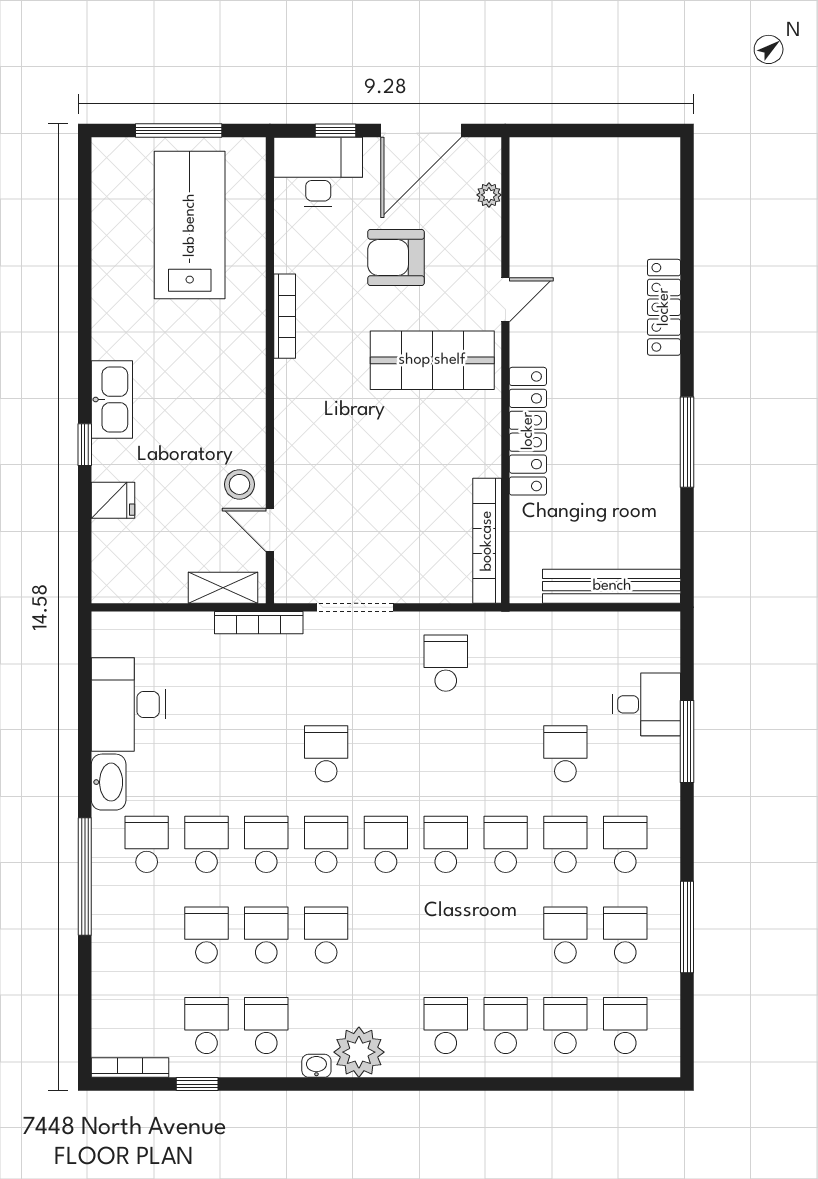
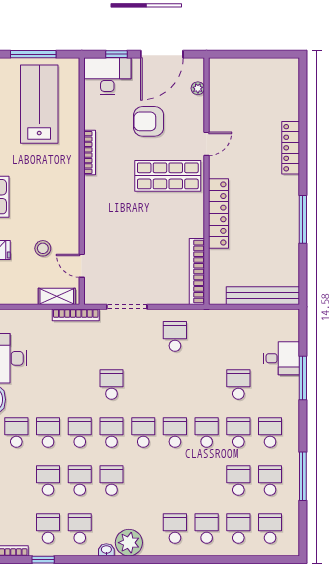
stool: (239, 484) -> (43, 248), moved

